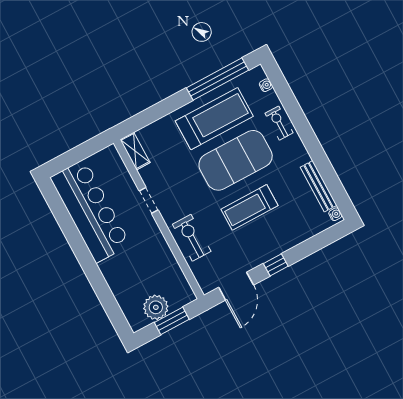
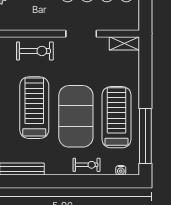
treadmill: (214, 119) -> (117, 117), turned 180
doorway: (149, 200) -> (81, 34), width x1.38
treadmill: (250, 207) -> (34, 108), width x1.37, depth x1.38

